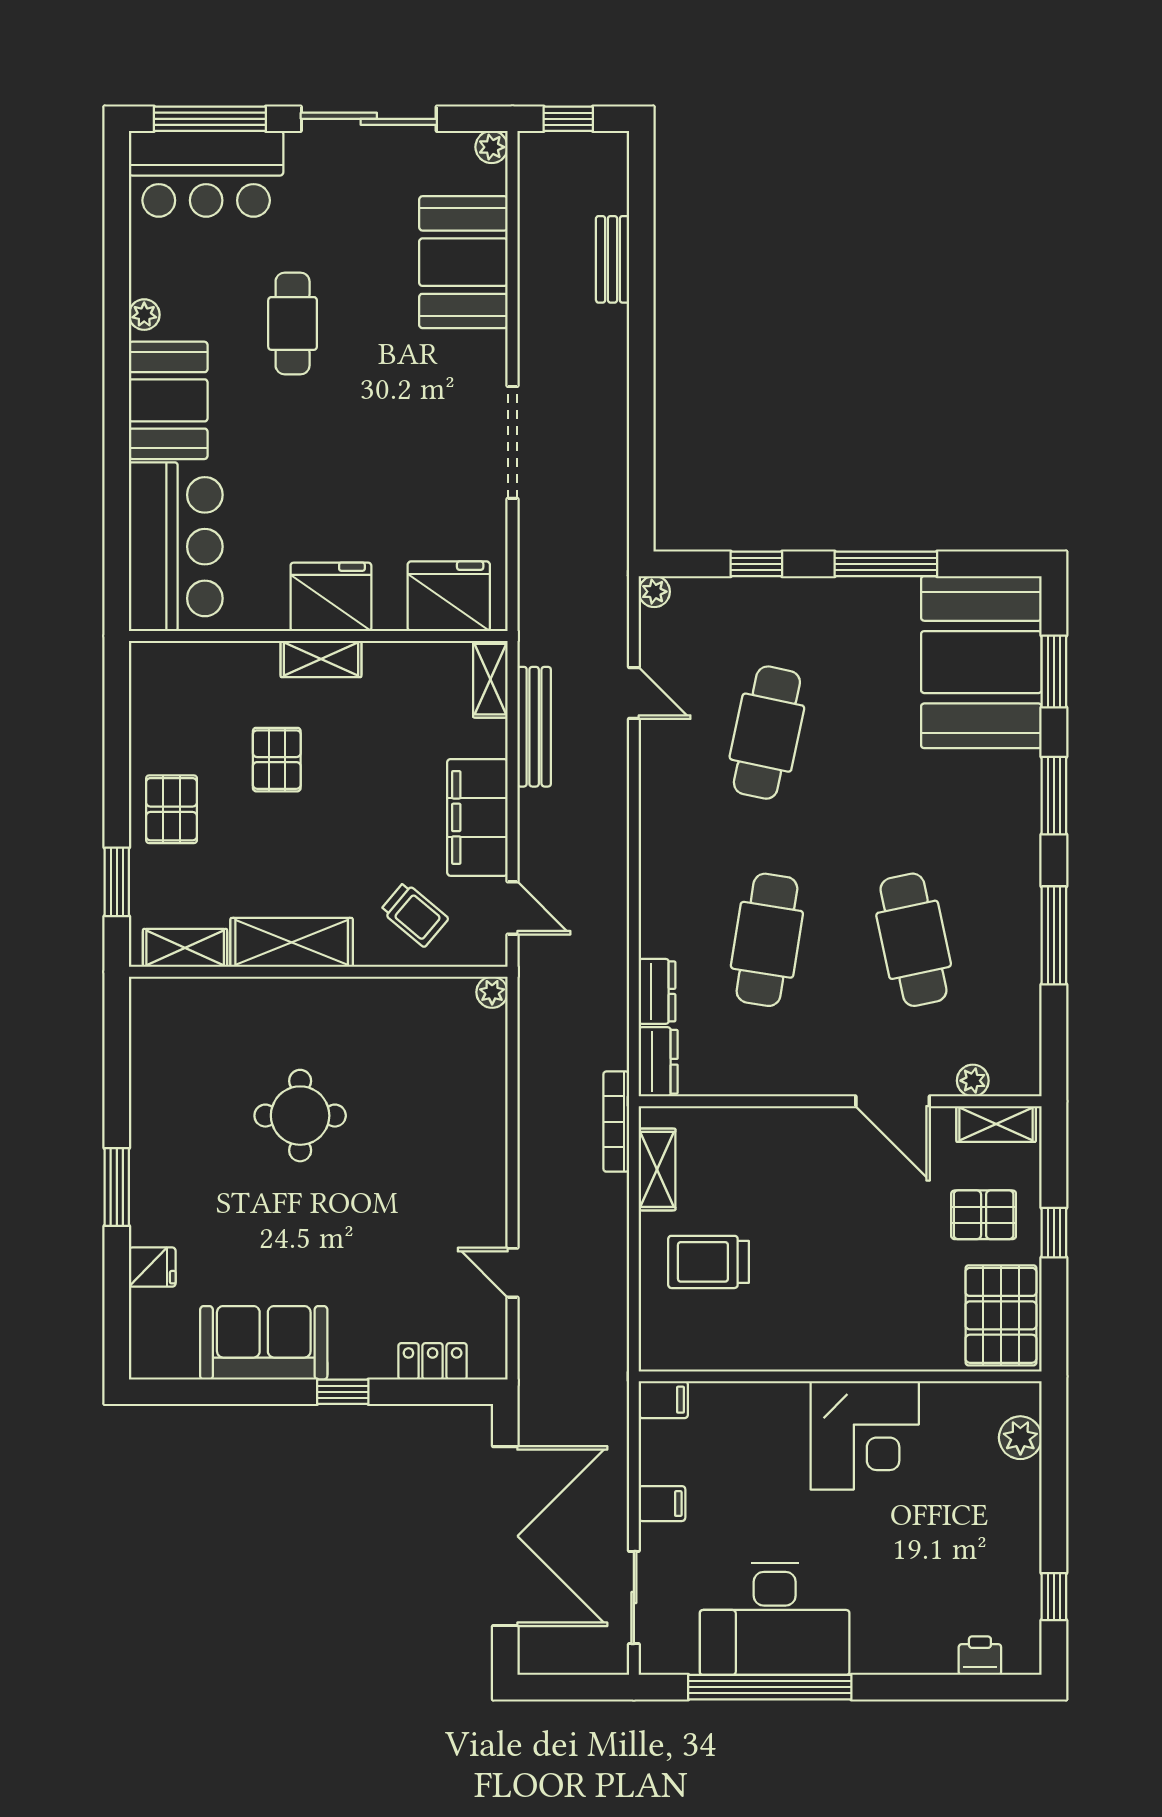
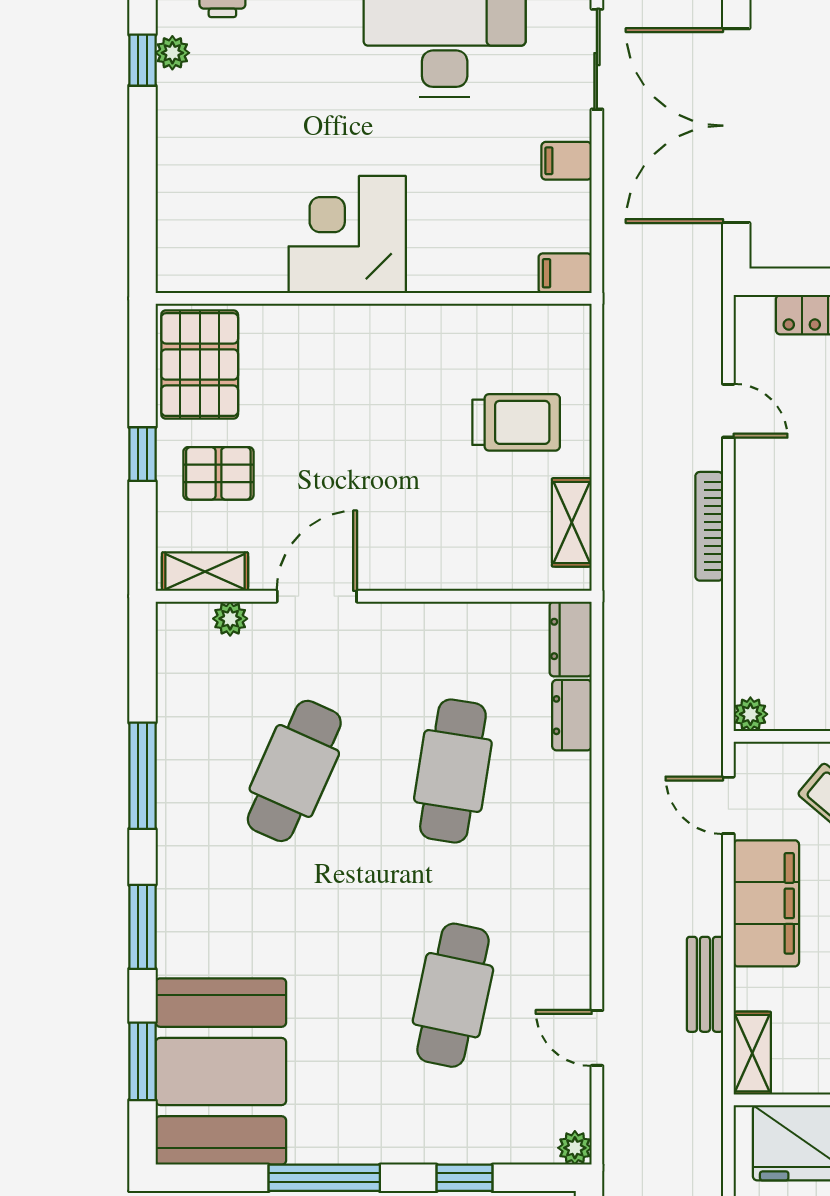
bench: (534, 727) -> (705, 984), width x0.73
cafe table: (914, 940) -> (294, 771), turned 36
door: (893, 1101) -> (317, 596), hinge flipped
bookcase: (616, 1122) -> (709, 526), moved, turned 180
plant: (1020, 1438) -> (172, 53), moved, width x0.73, depth x0.73

